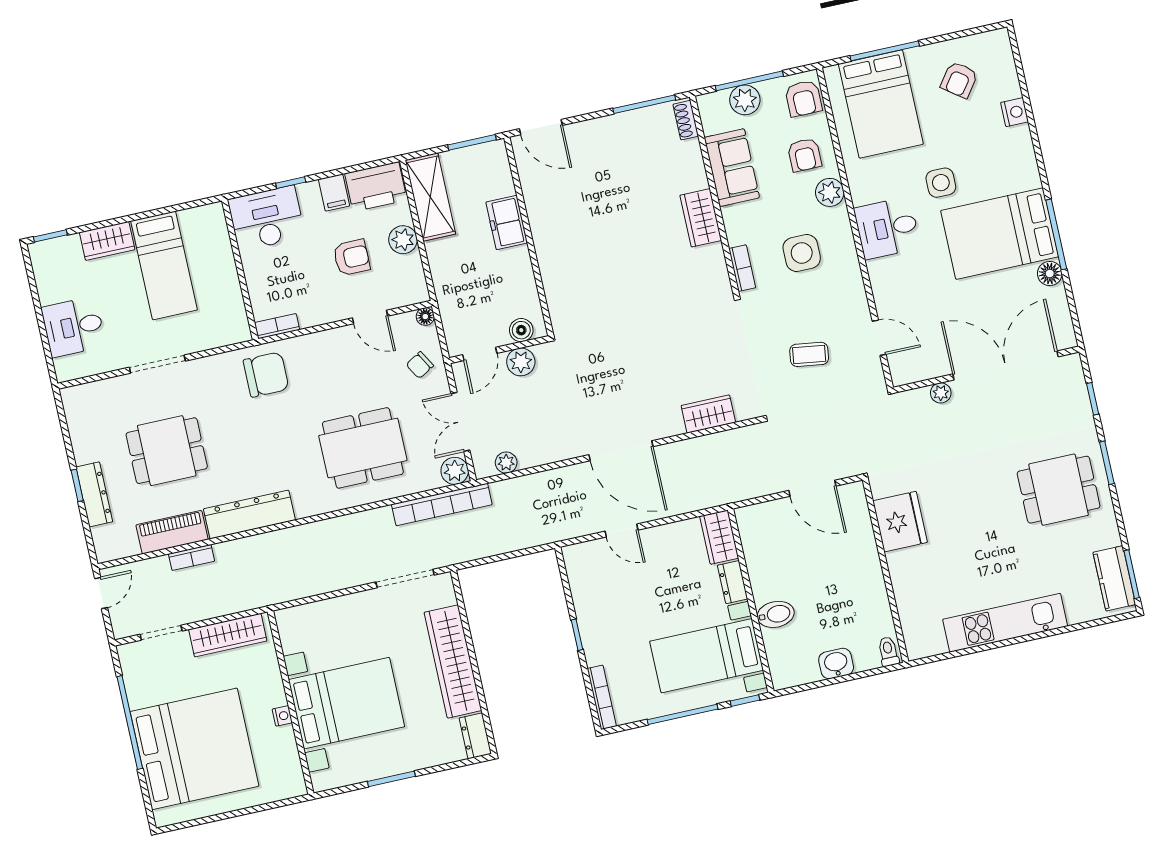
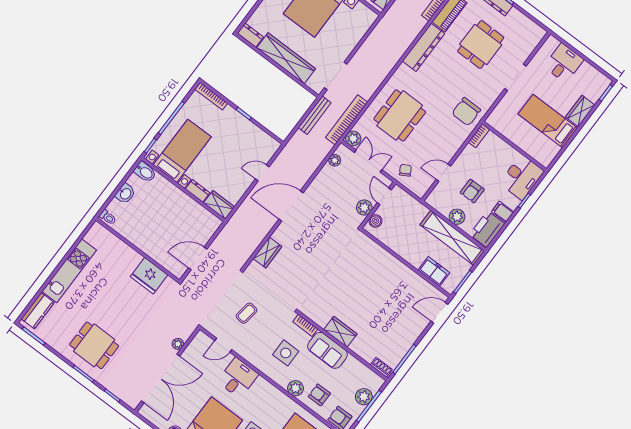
sofa: (732, 168) -> (328, 350), moved
shelving: (430, 197) -> (452, 238), width x1.47
freezer: (507, 222) -> (434, 271), moved
desk: (887, 228) -> (238, 378), moved
floor lamp: (425, 317) -> (420, 193), removed
dining table: (1059, 490) -> (94, 345), turned 90
bench: (481, 549) -> (315, 115), added
kitchen counter: (1114, 578) -> (38, 311), moved, turned 90
bidet: (776, 614) -> (145, 172), moved, turned -90

